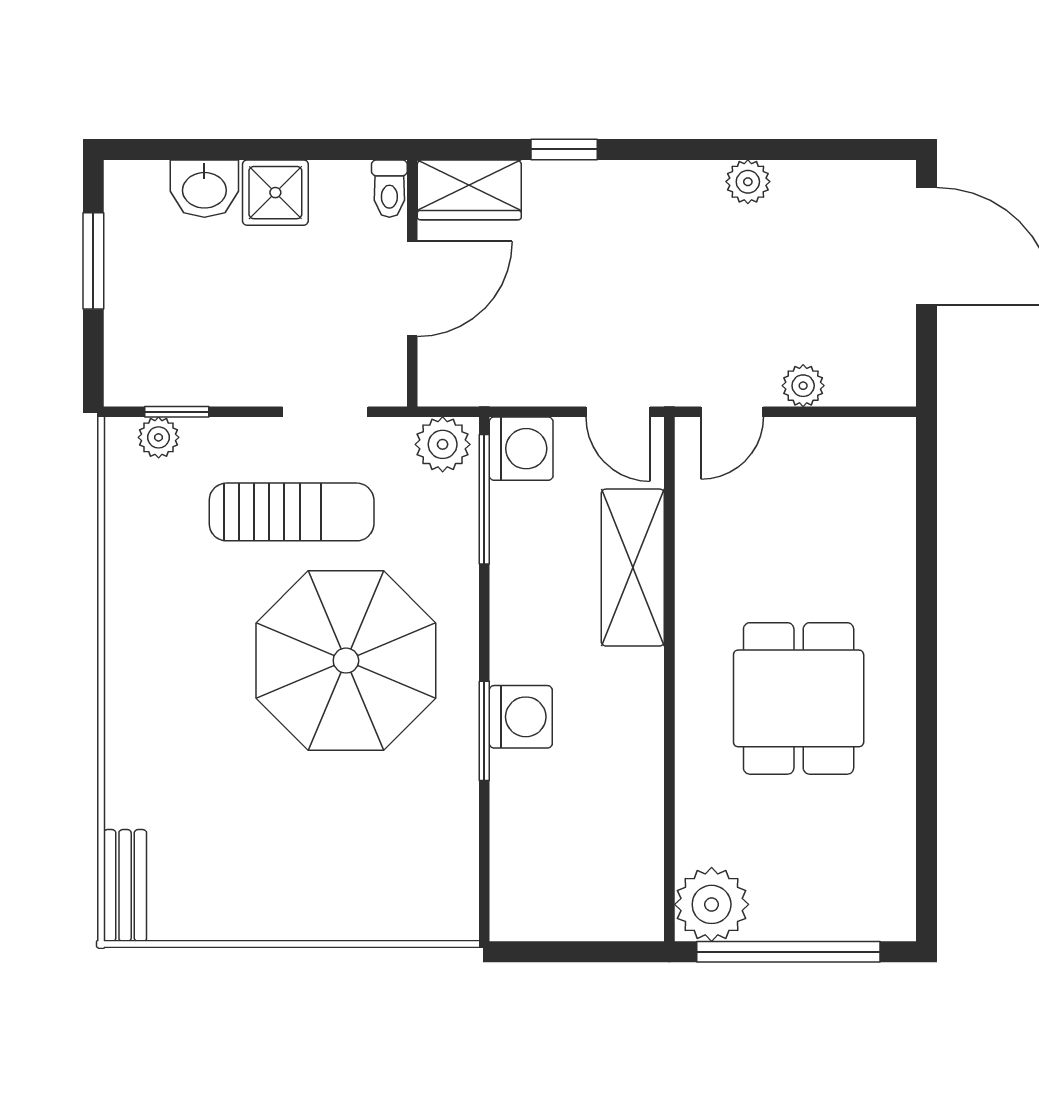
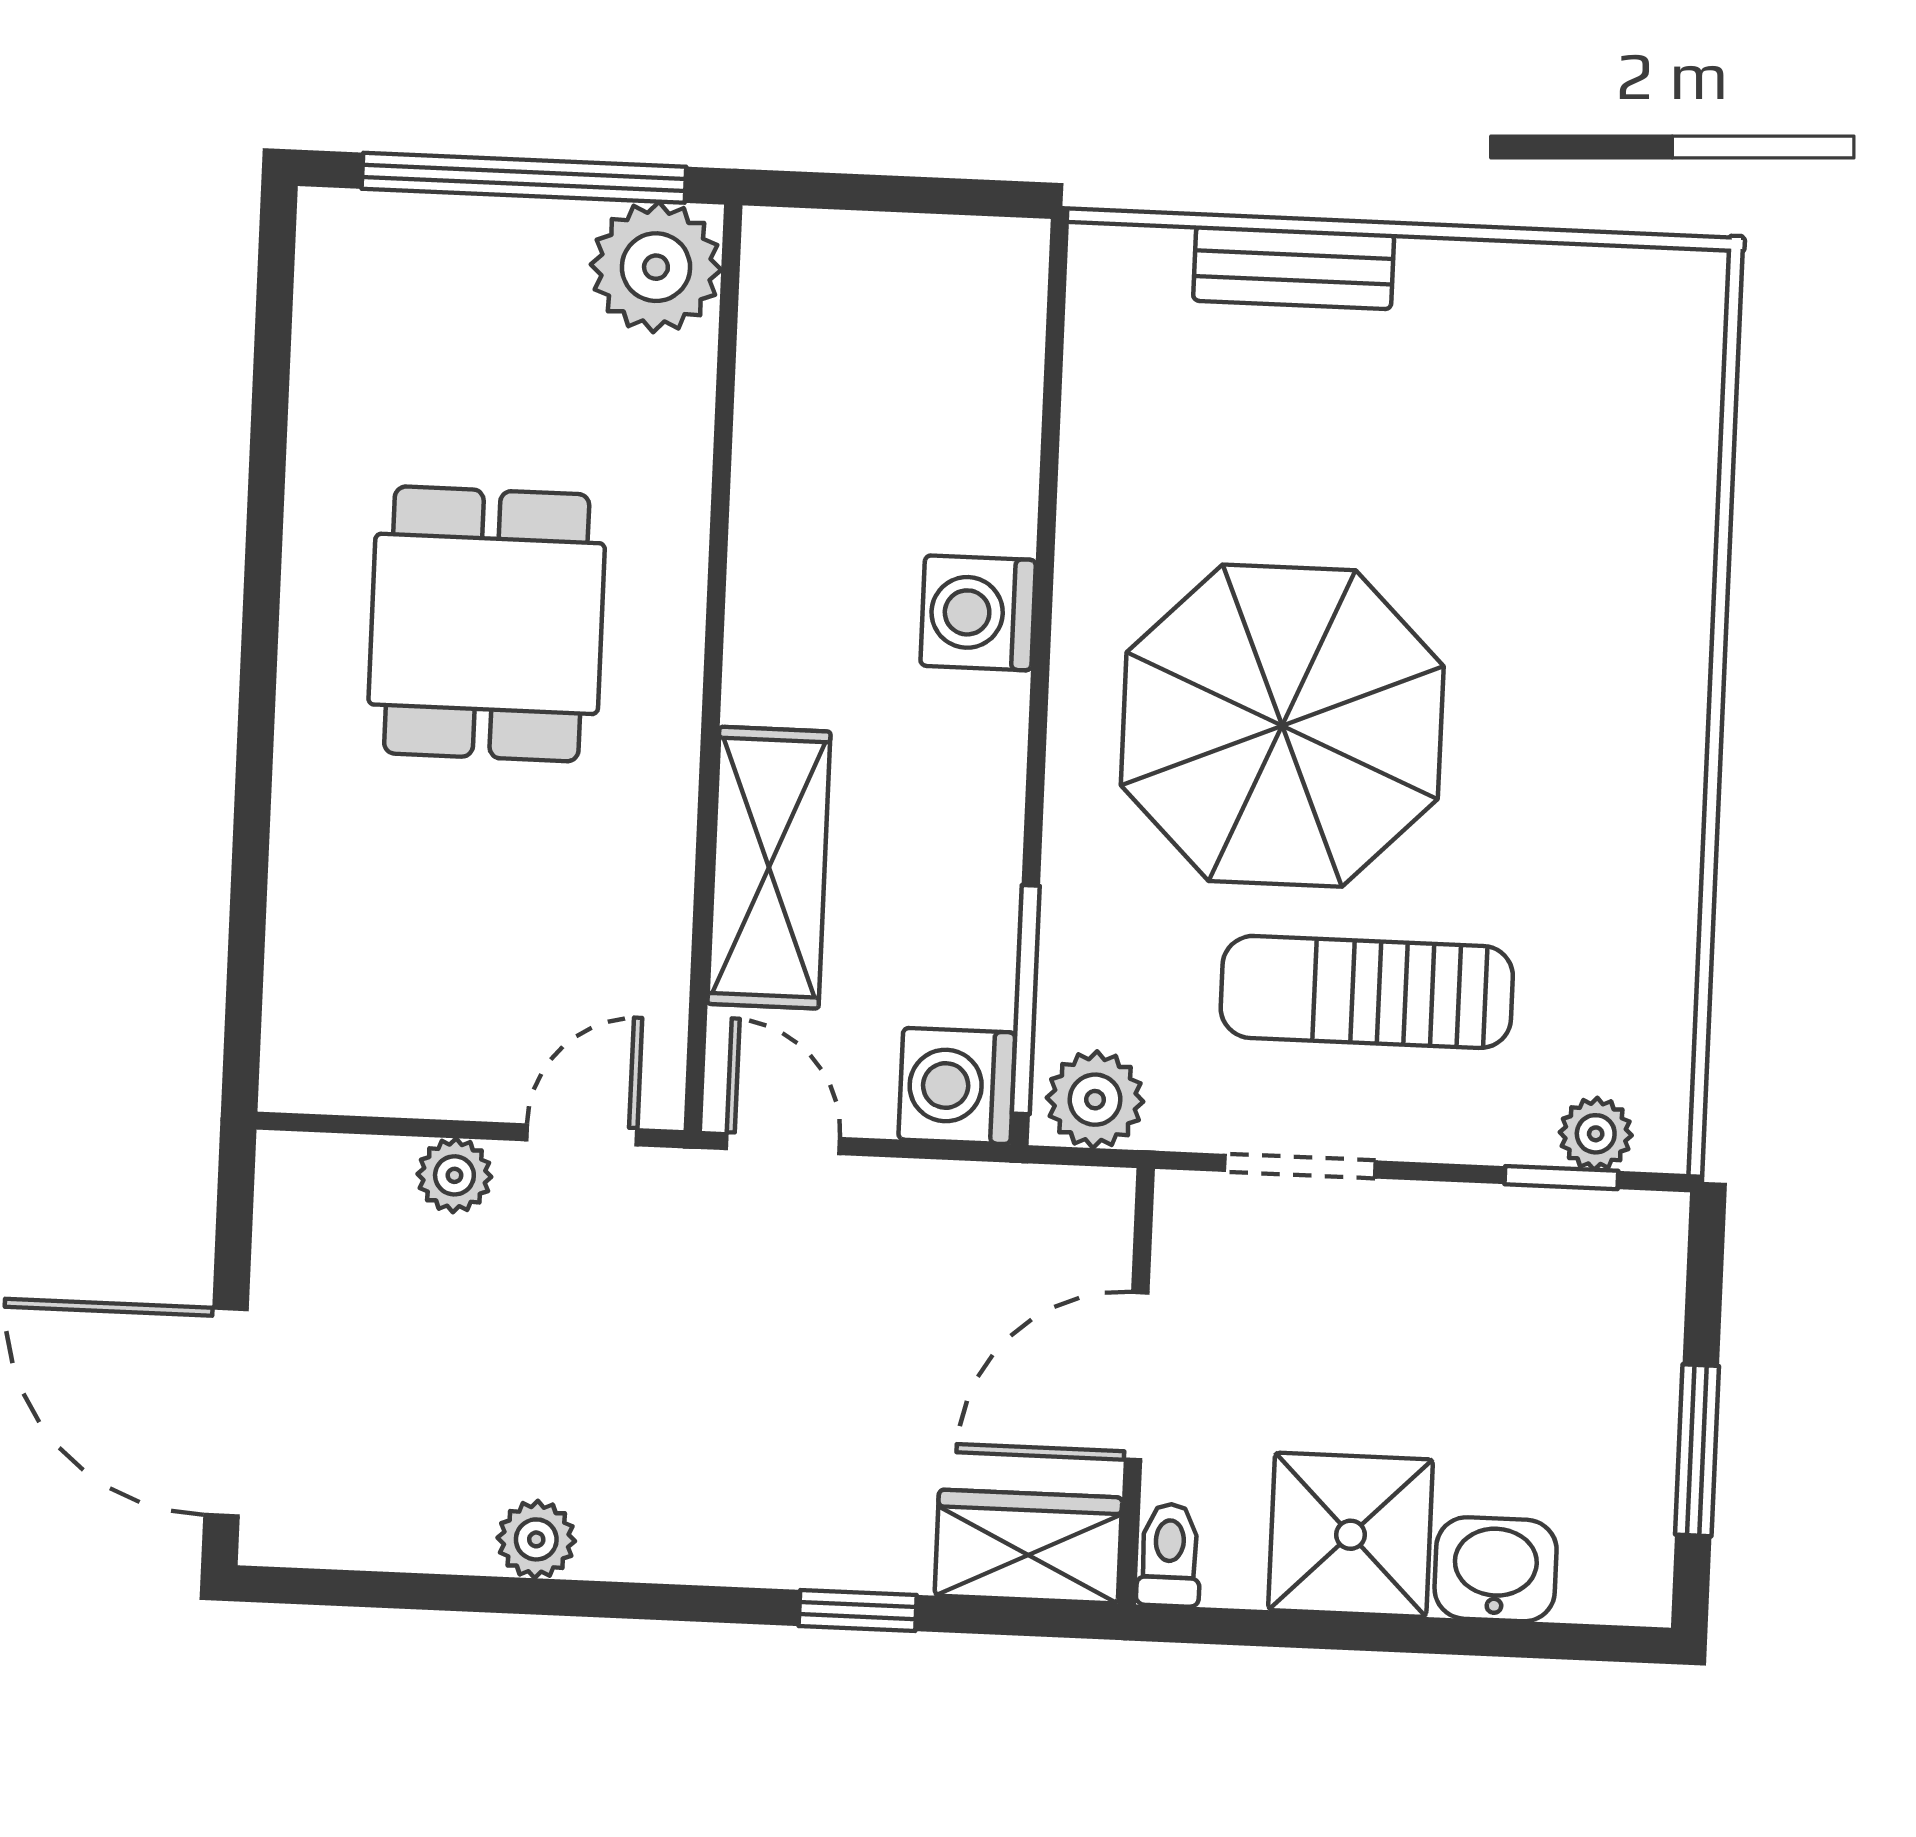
shower: (275, 193) -> (1351, 1535), width x1.36, depth x1.36
window: (484, 731) -> (1044, 591), removed
bench: (125, 885) -> (1294, 267), moved, turned 90

